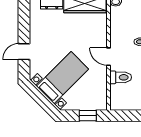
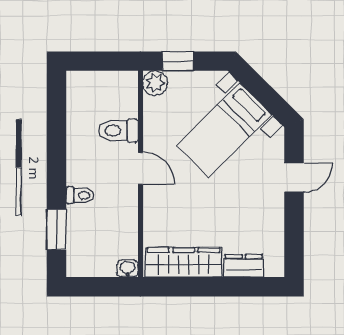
plant: (100, 103) -> (155, 83), added

